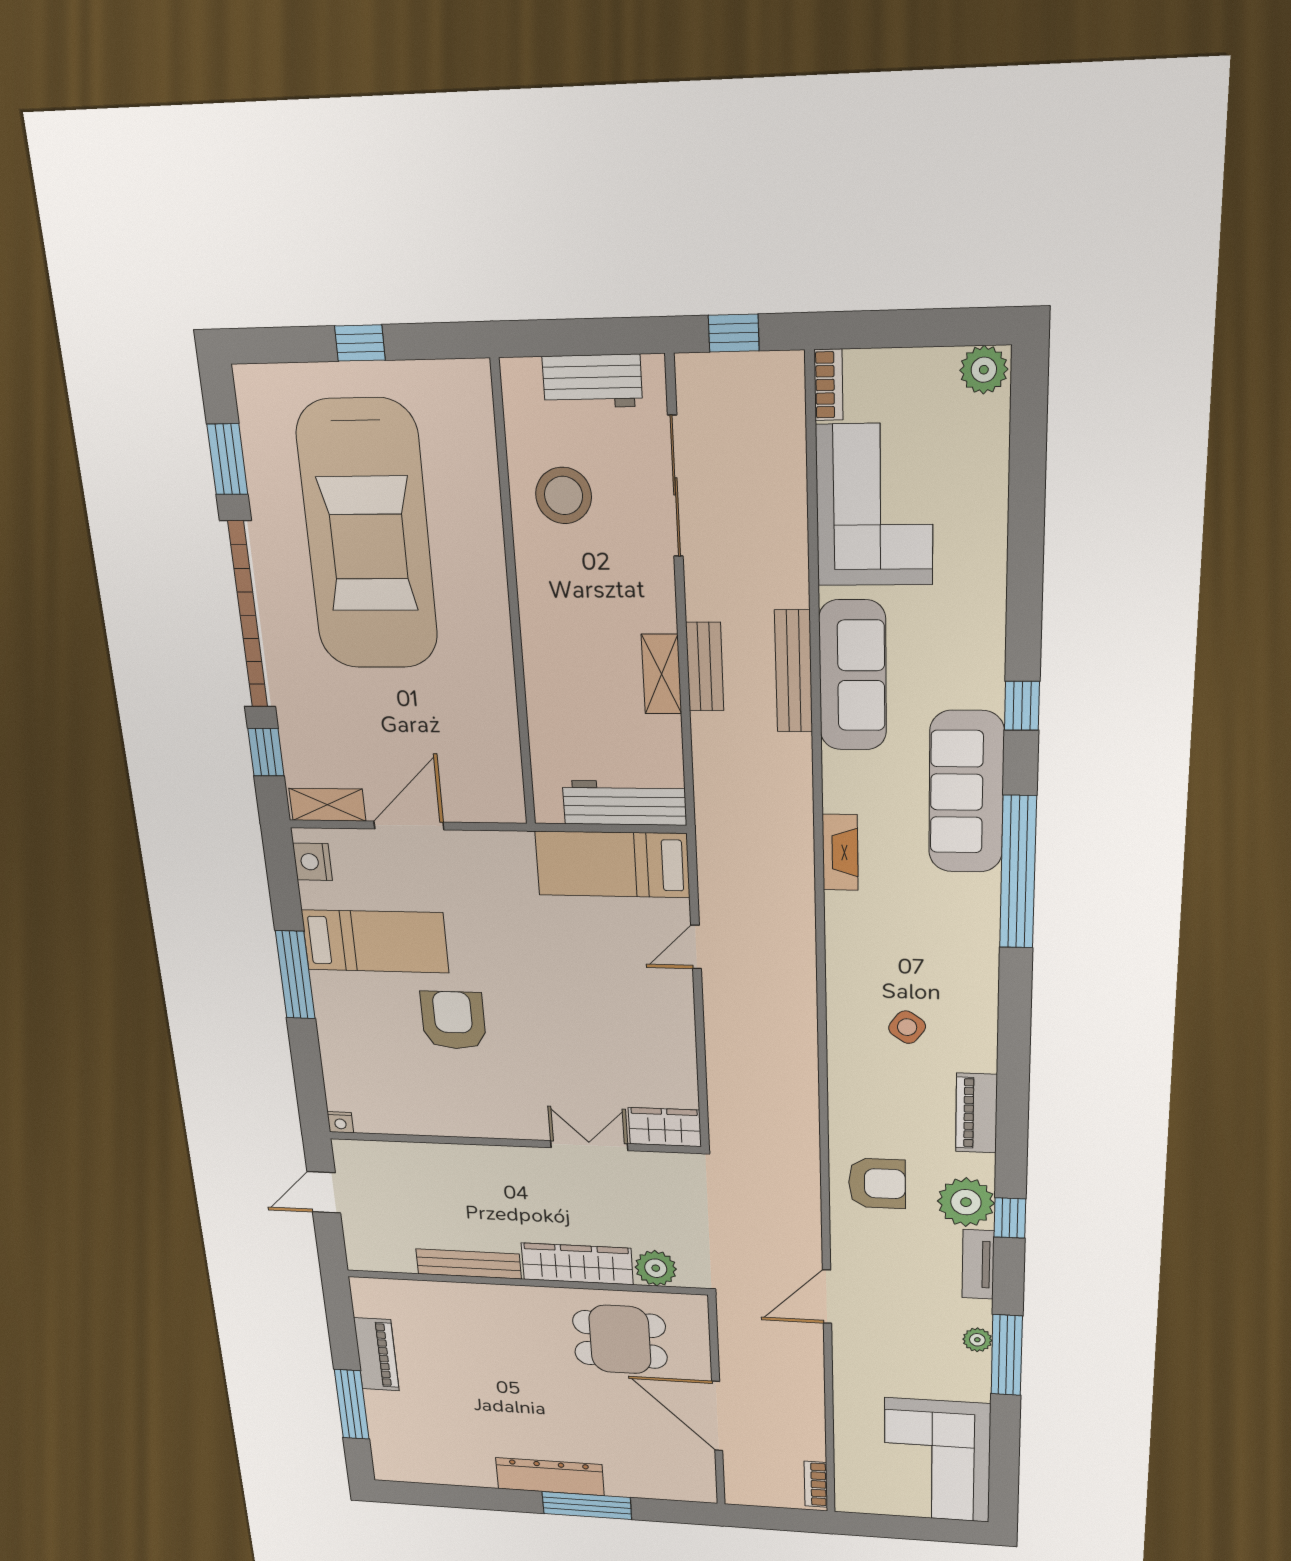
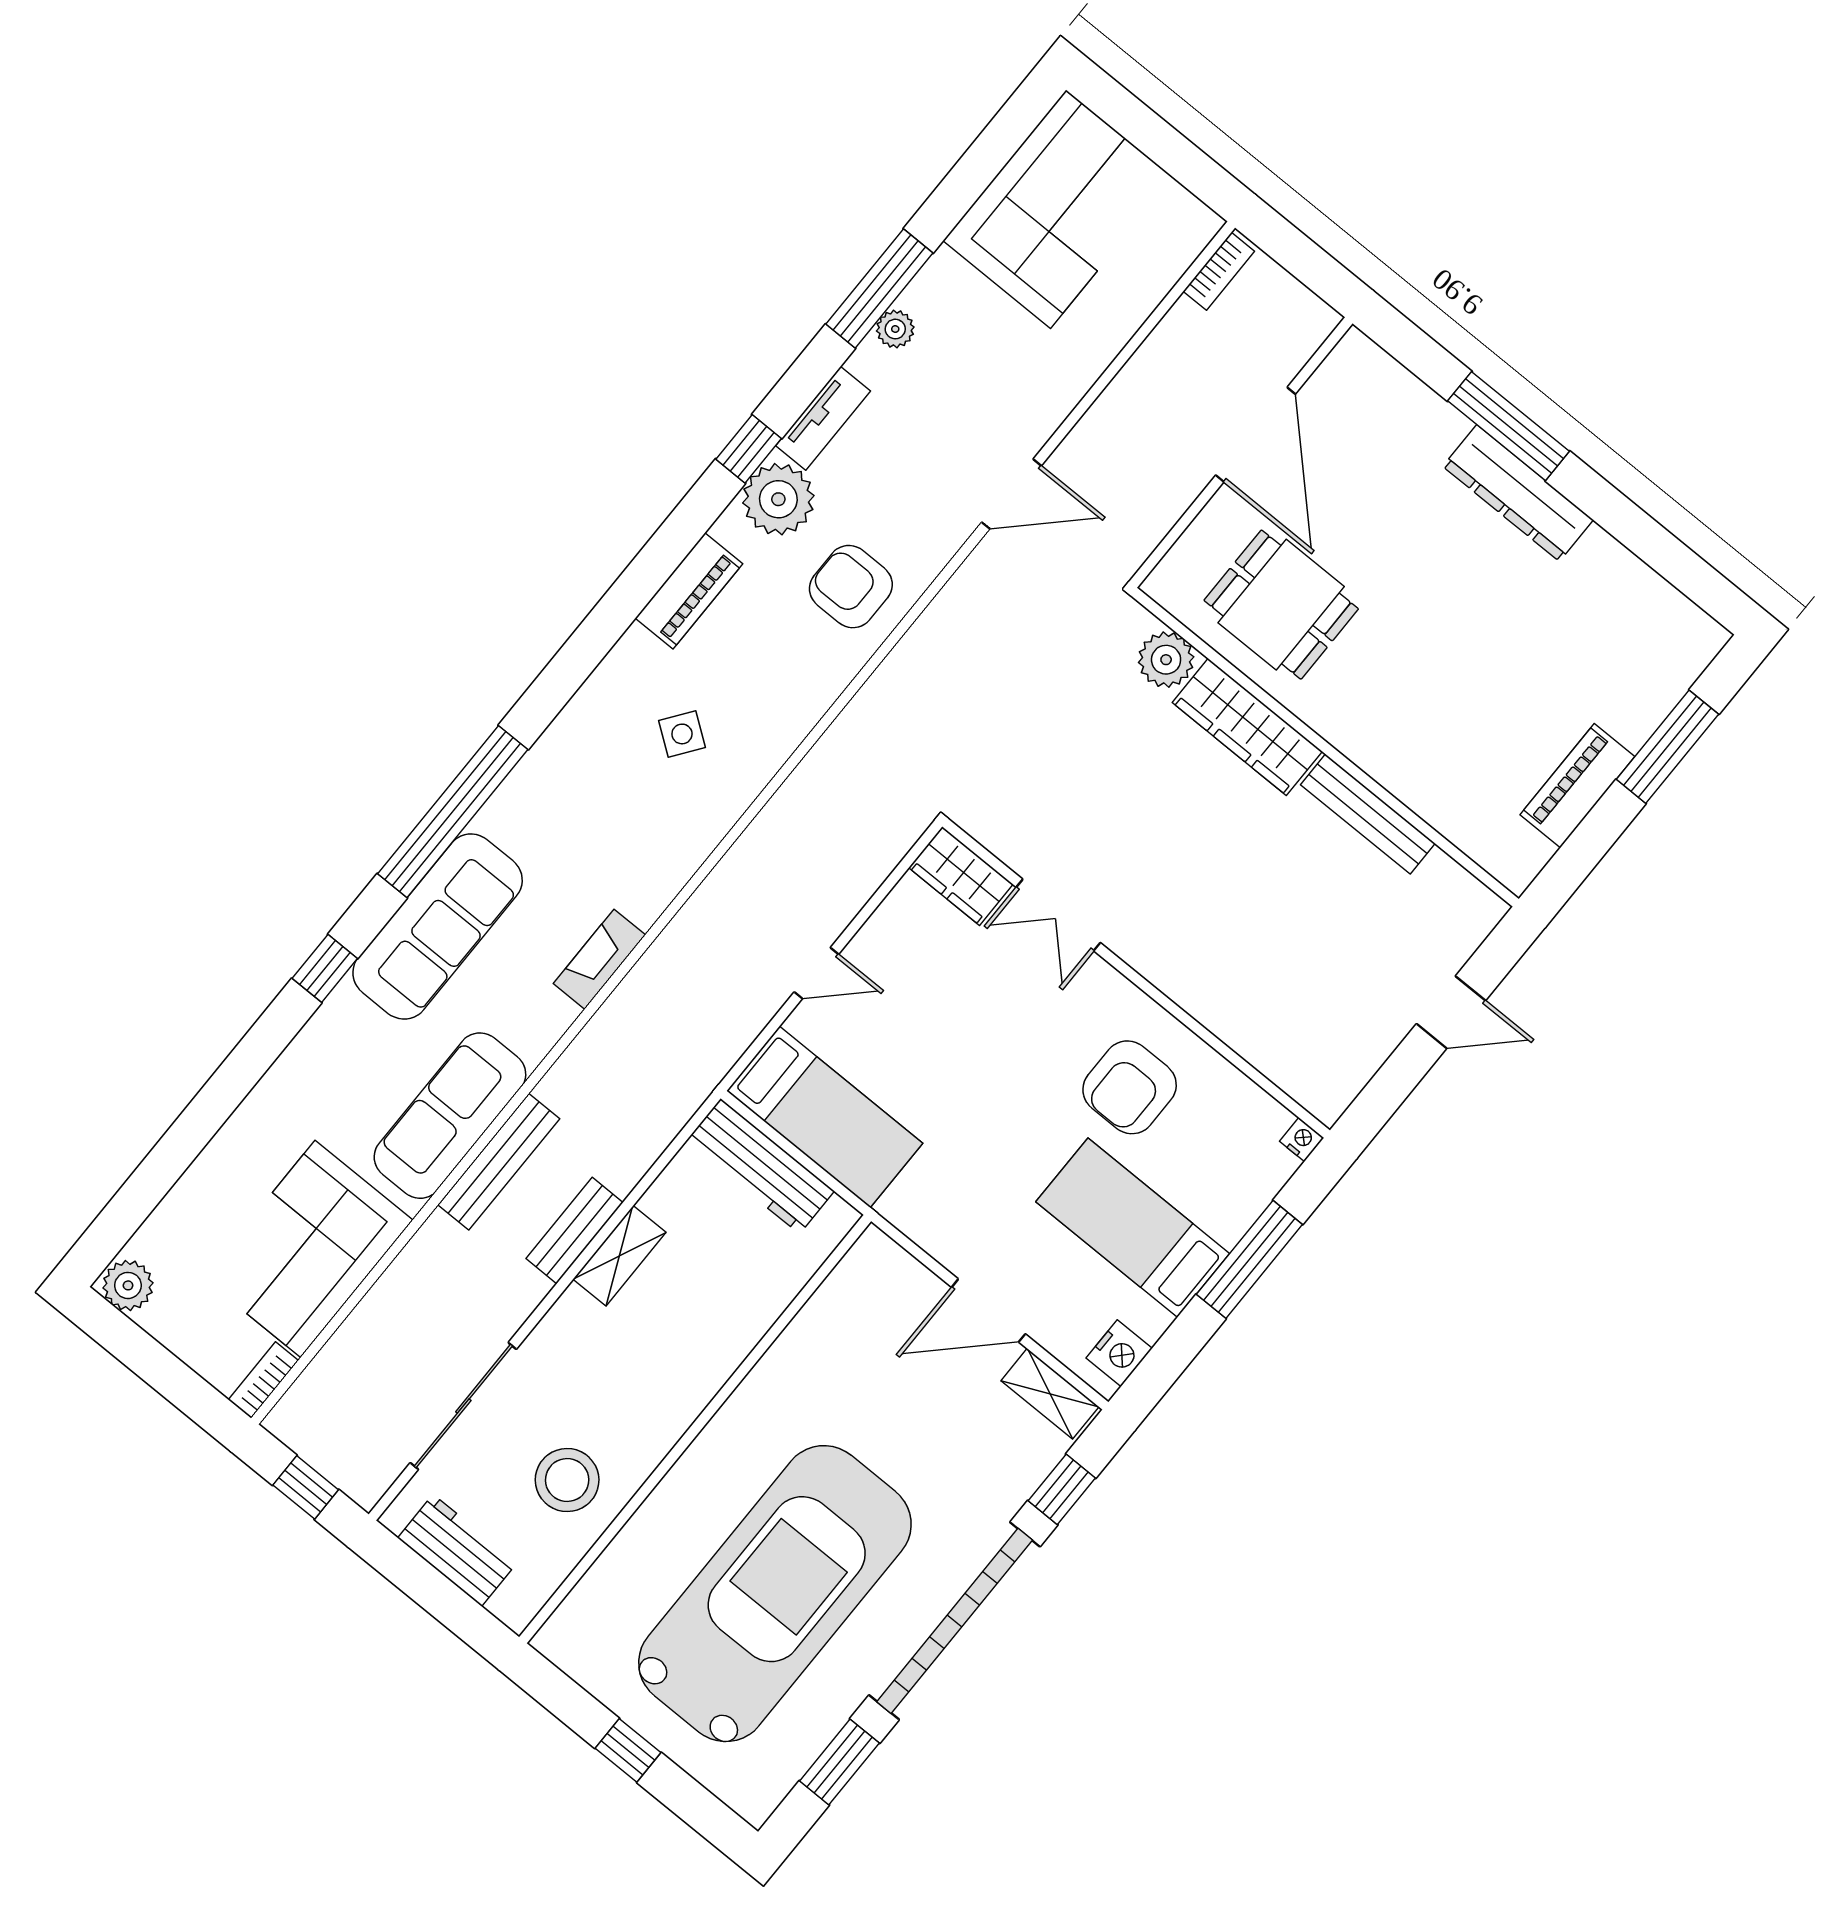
nightstand: (340, 1122) -> (1302, 1139), moved
wardrobe: (665, 1127) -> (961, 876), moved
wall: (513, 1143) -> (1136, 978), moved
double door: (589, 1146) -> (1058, 915), moved

